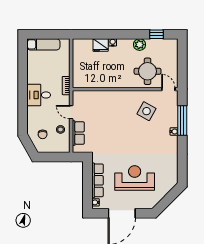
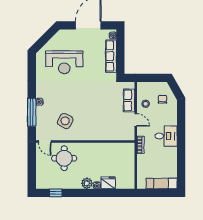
plant: (140, 45) -> (87, 183), moved
reception desk: (135, 178) -> (64, 62), moved

